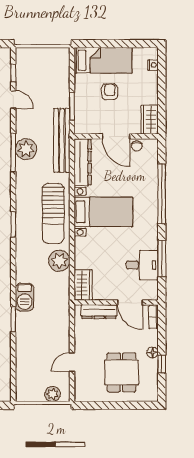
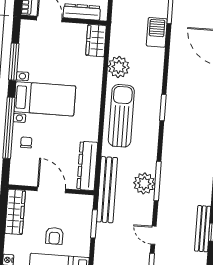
wardrobe: (150, 120) -> (15, 212), width x1.50
chair: (137, 146) -> (26, 142), moved
bed with nightstands: (103, 212) -> (45, 99), moved, turned 180
desk: (142, 265) -> (34, 56), removed

